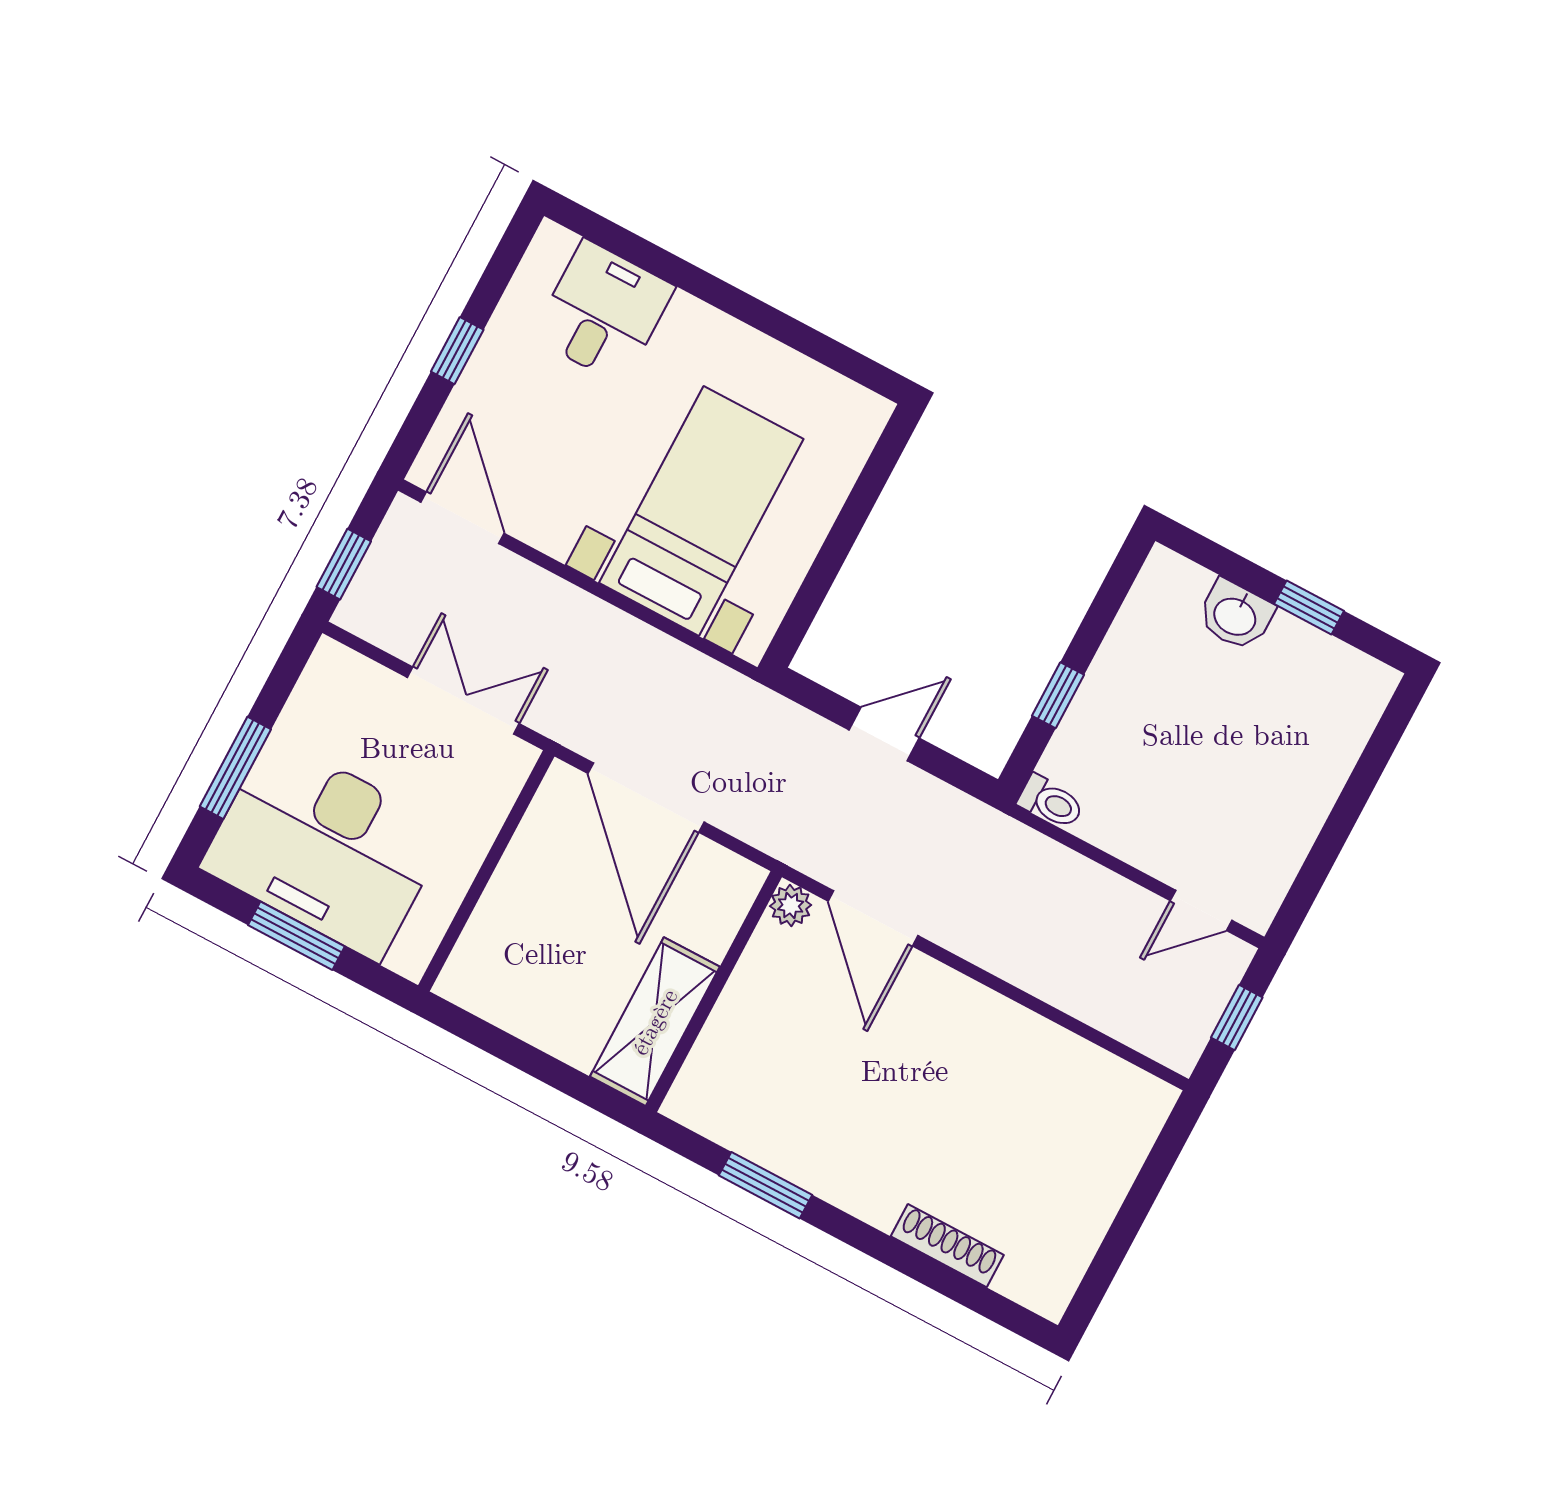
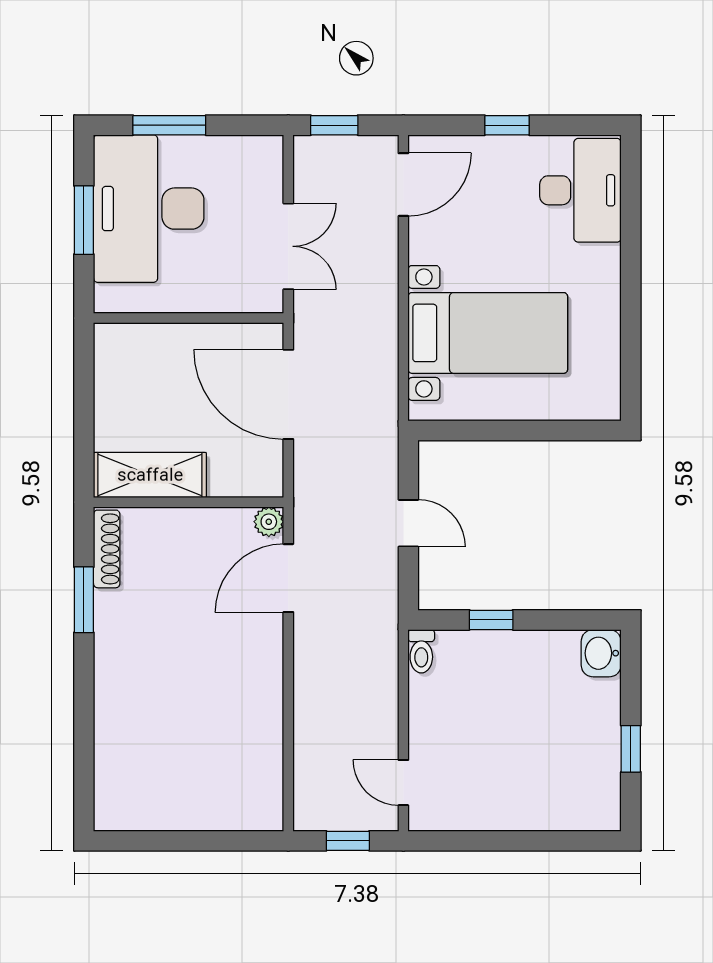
desk: (603, 312) -> (580, 190), width x1.37
washbasin: (1236, 615) -> (601, 653), moved
door: (646, 798) -> (288, 394), hinge flipped
shoe rack: (947, 1246) -> (107, 549), moved

